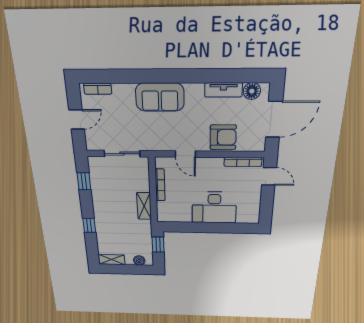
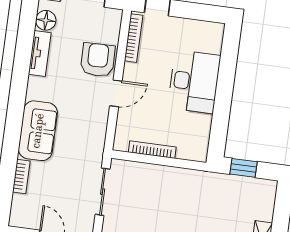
bookcase: (98, 89) -> (21, 177), moved
door: (185, 154) -> (116, 93), moved
shelving: (144, 206) -> (181, 177), removed
boiler: (139, 260) -> (267, 200), removed

